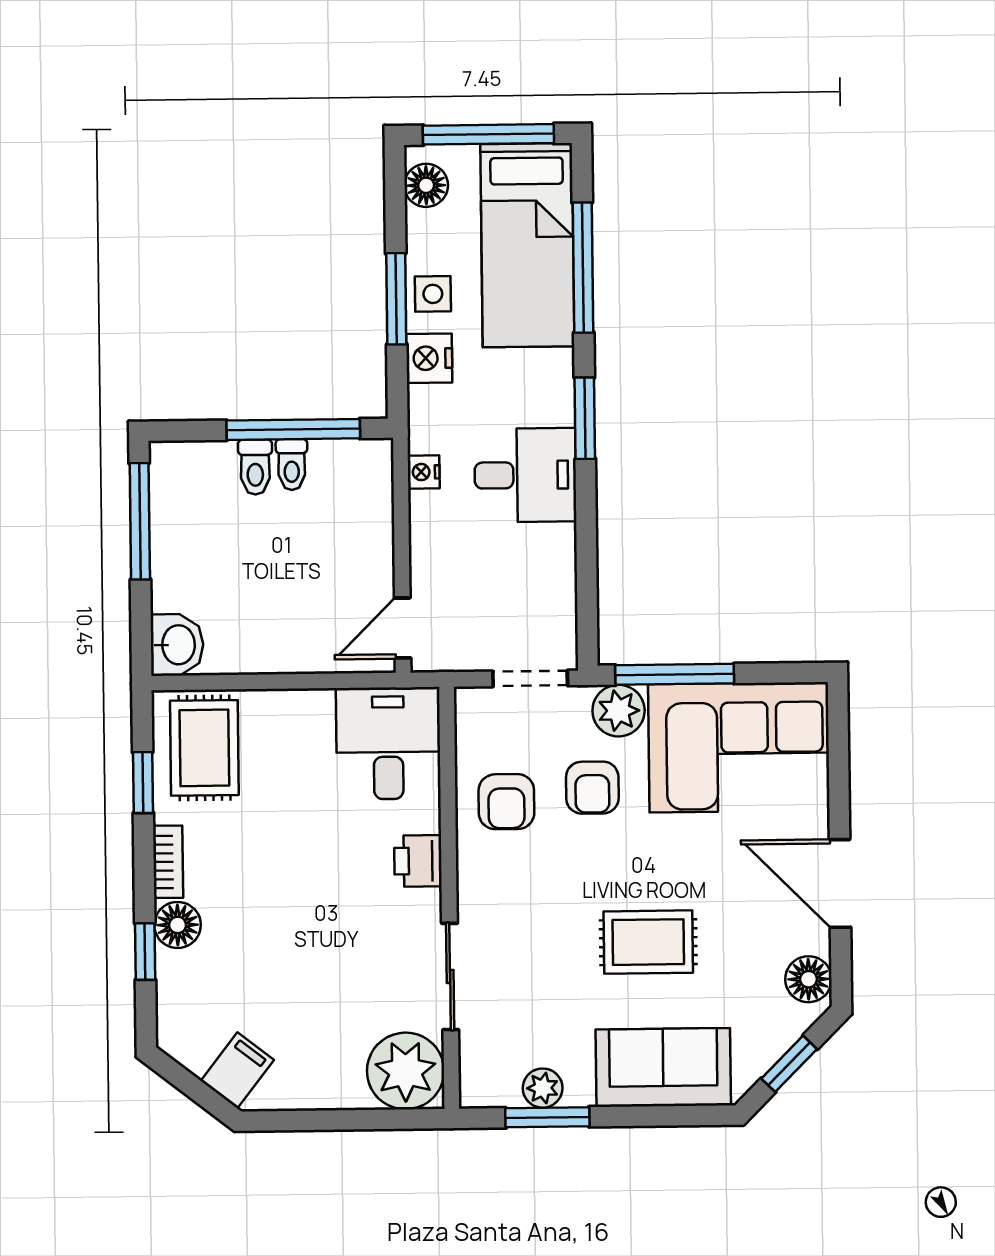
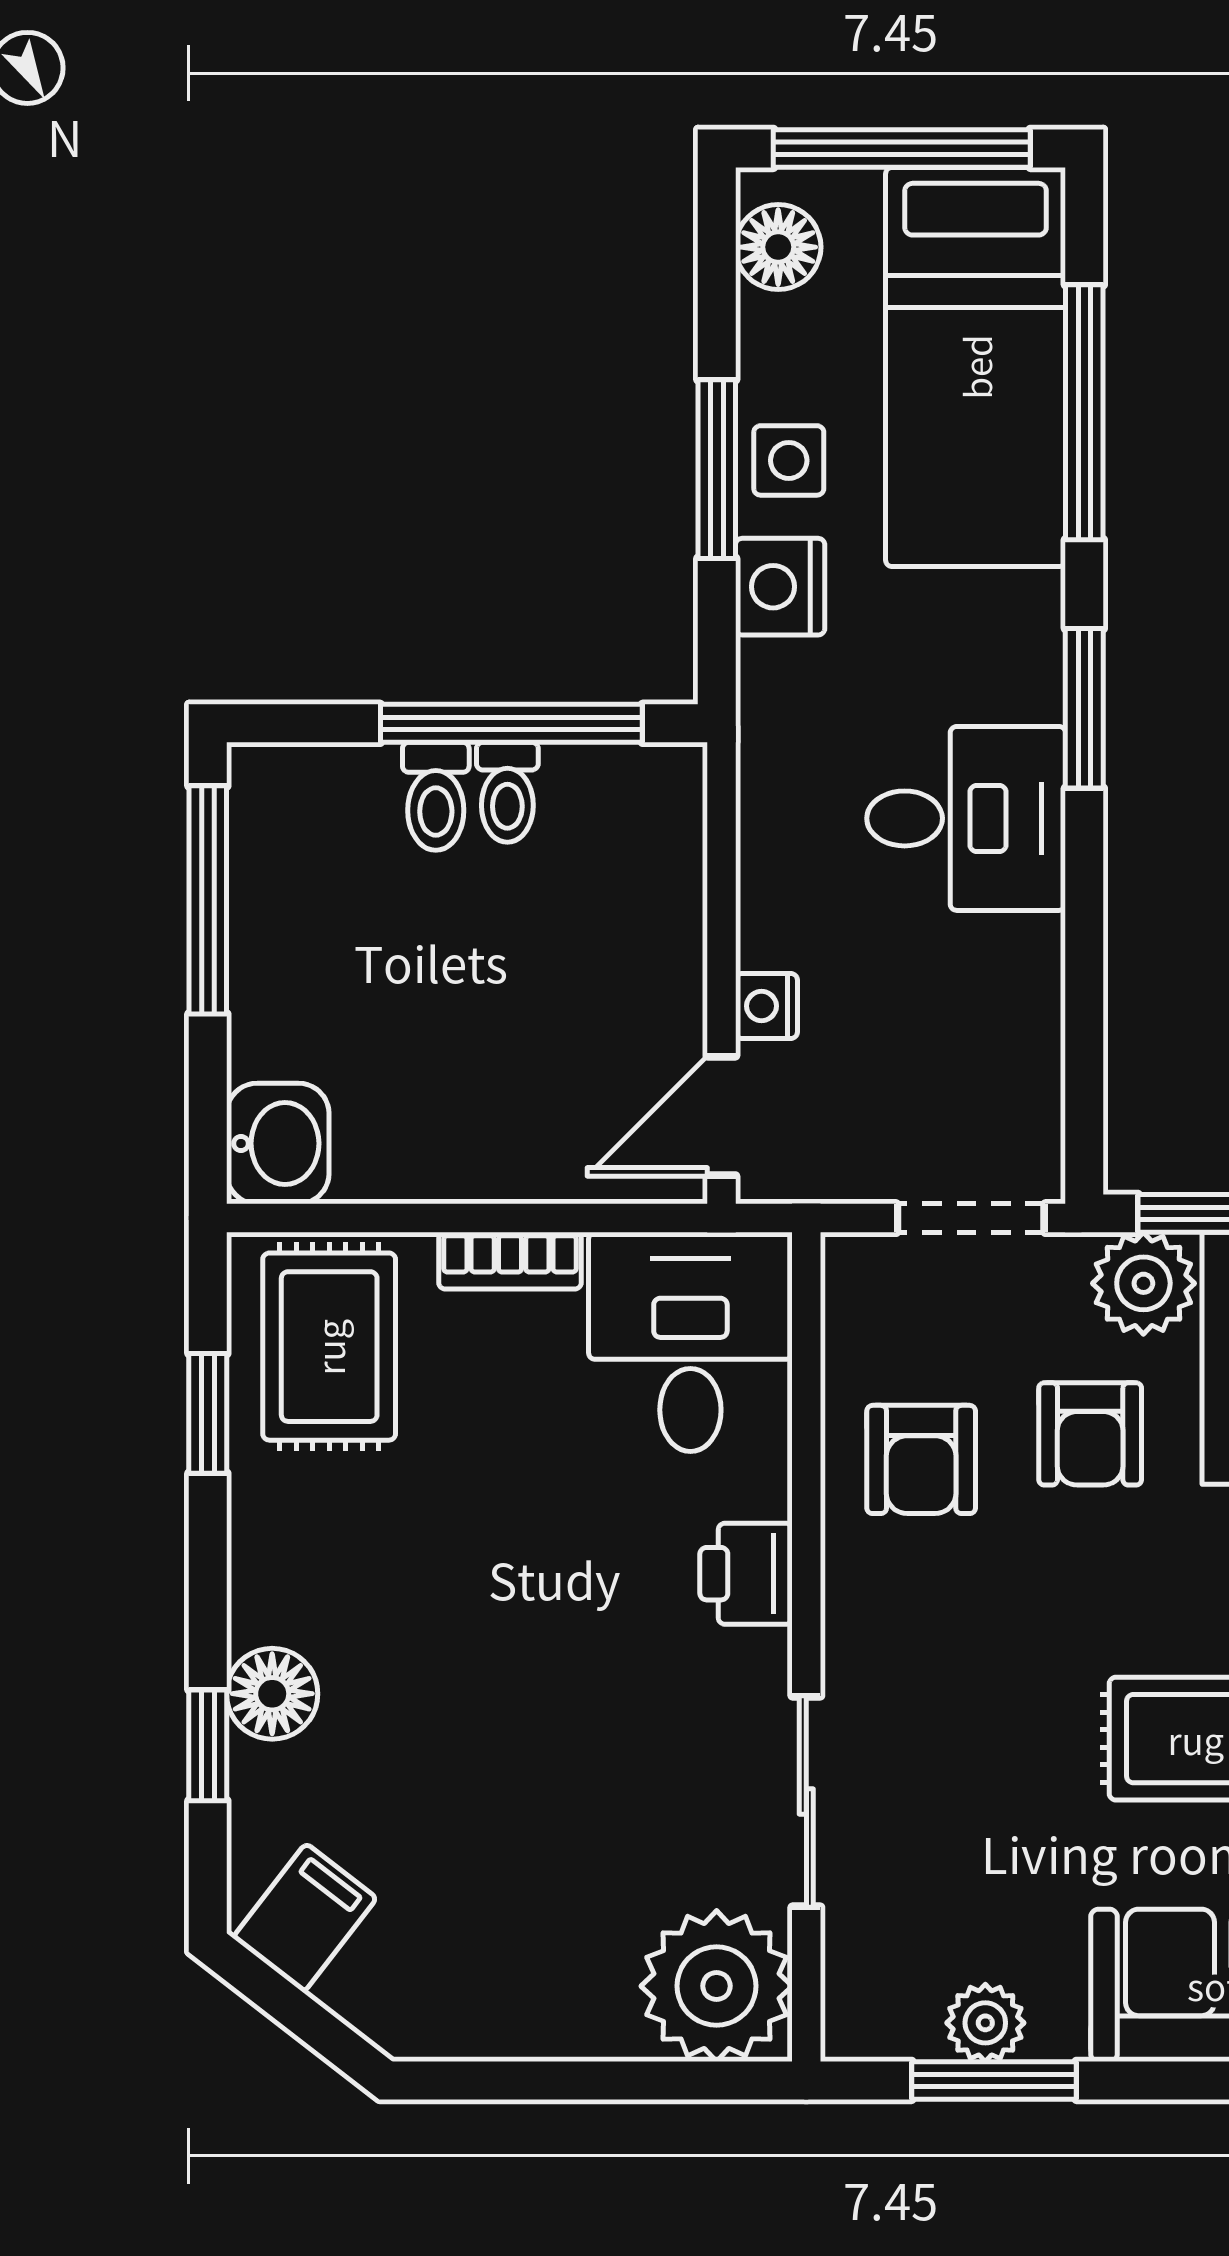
nightstand: (424, 472) -> (766, 1006), moved
bookcase: (168, 862) -> (510, 1261), moved, turned 90
filing cabinet: (237, 1070) -> (305, 1918), moved

